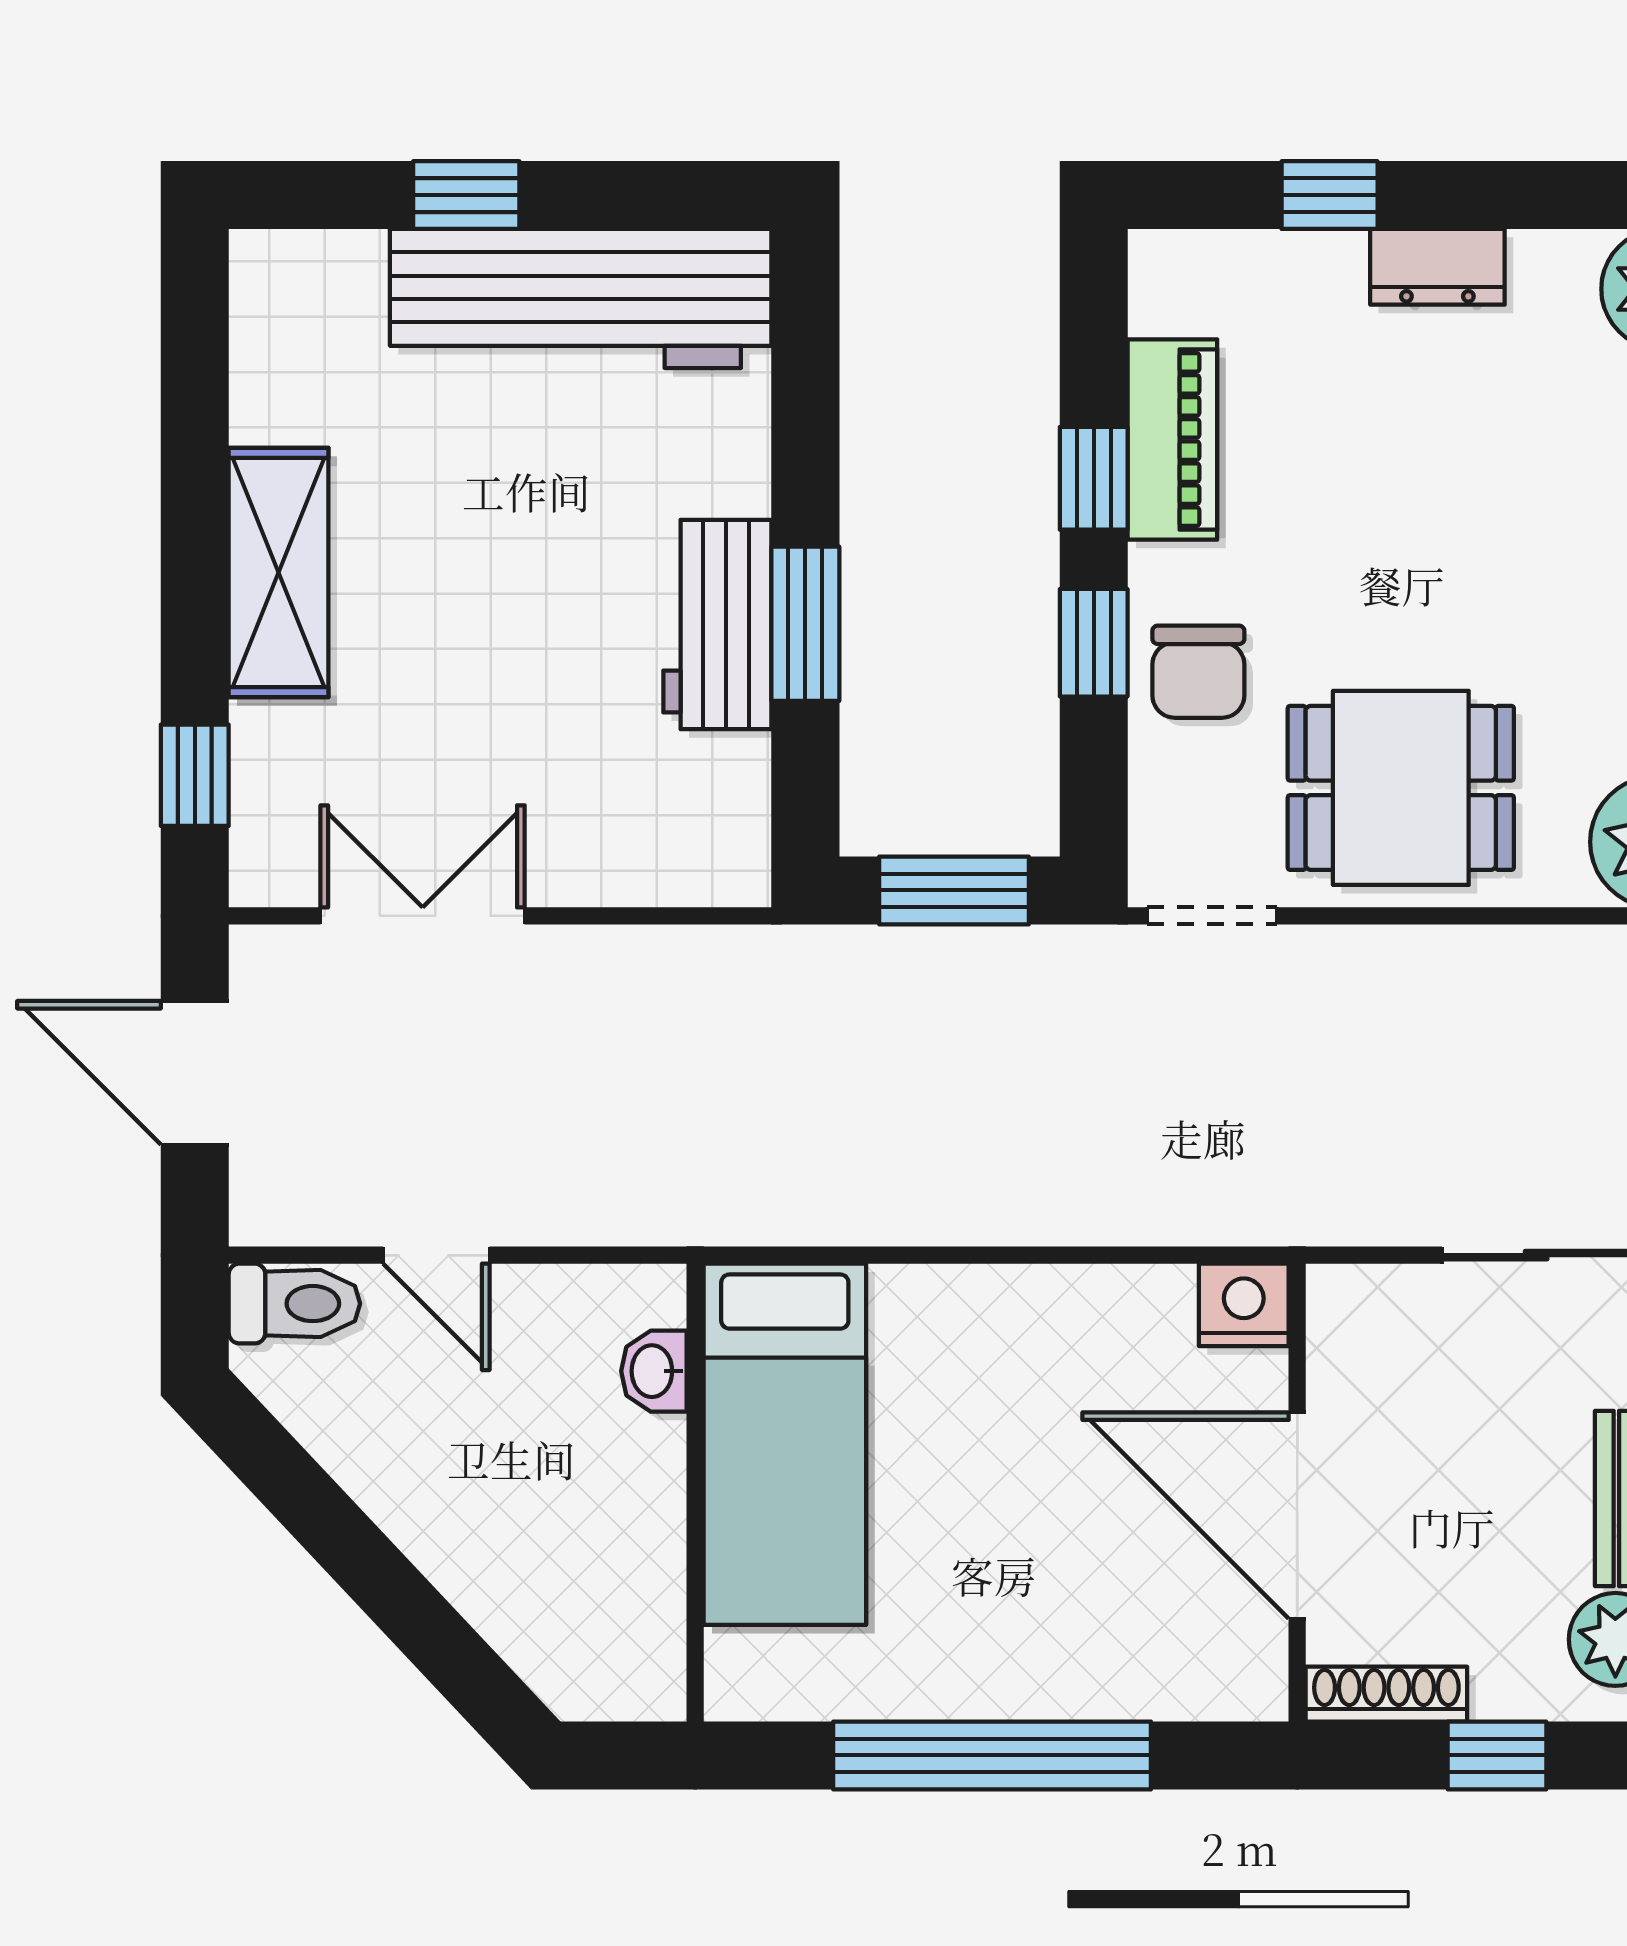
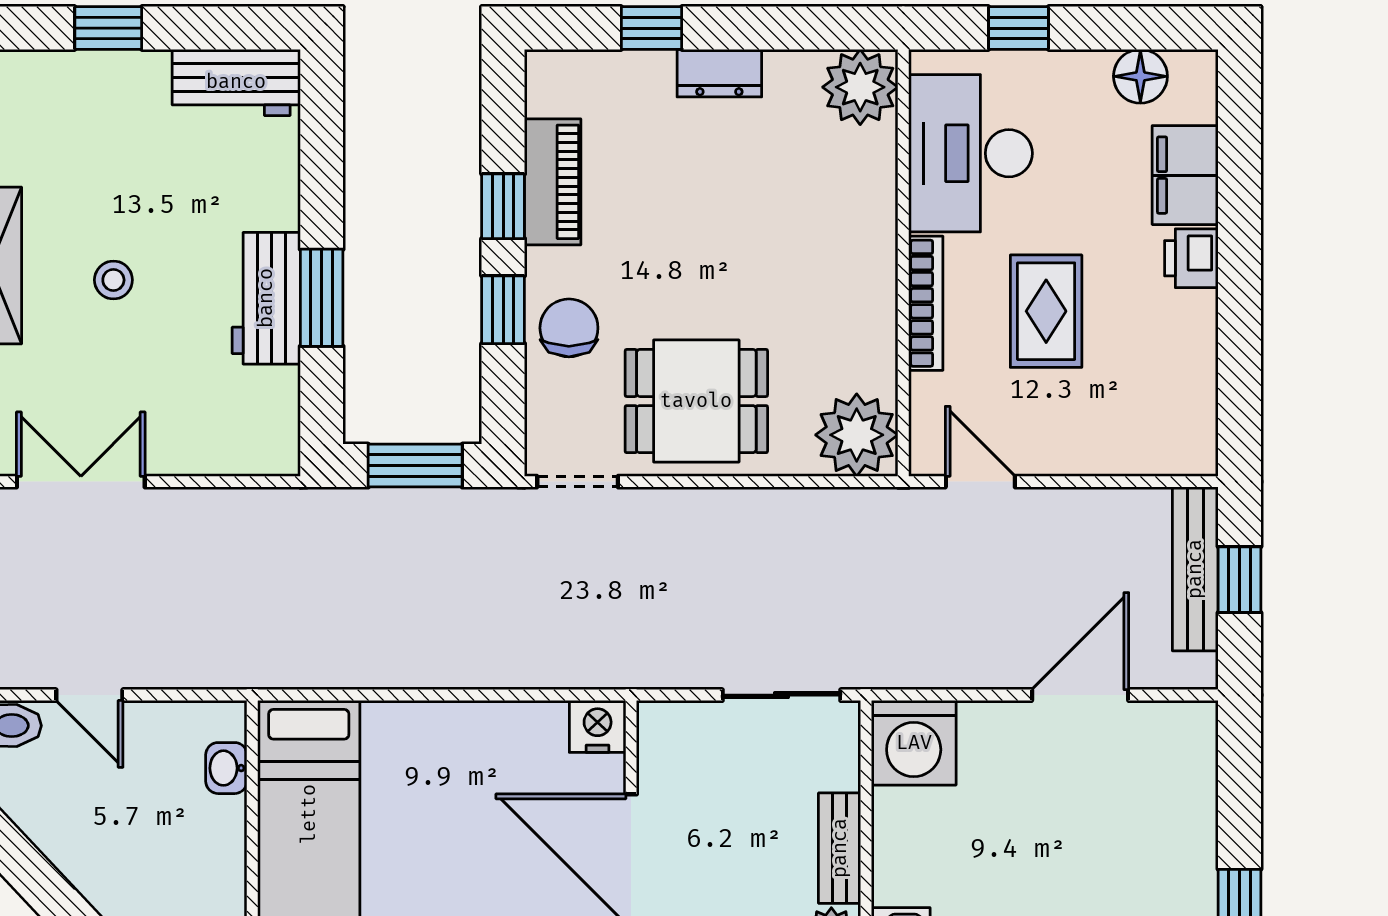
workbench: (581, 299) -> (236, 82), width x0.53, depth x0.76
stool: (474, 596) -> (113, 280), added
chair: (1198, 672) -> (569, 328), turned 180

